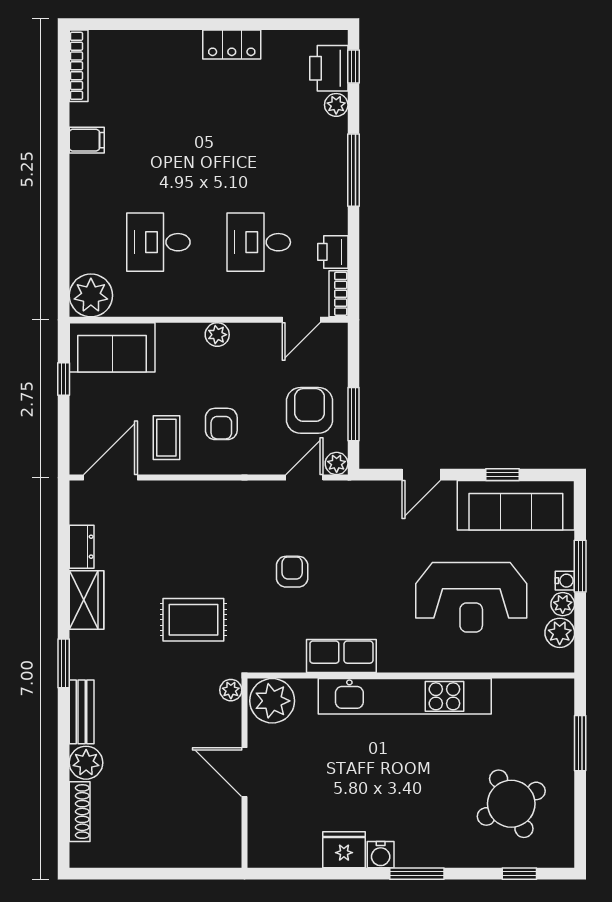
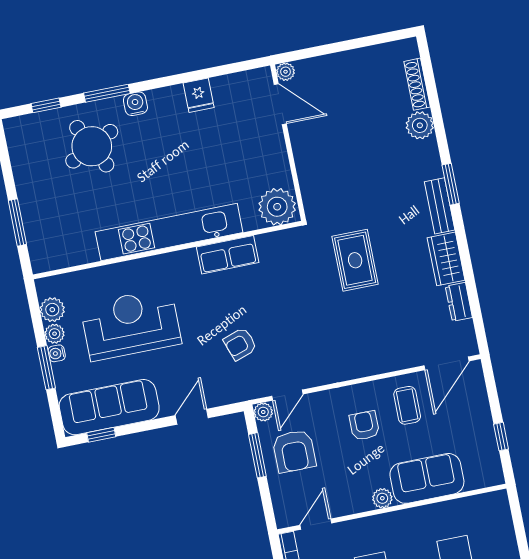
plant: (91, 295) -> (492, 510), removed
sofa: (112, 347) -> (427, 478), moved
window: (503, 475) -> (101, 435), moved
armchair: (292, 572) -> (240, 344), moved, turned 71
rug: (193, 620) -> (355, 260), turned 90
window: (64, 663) -> (451, 184), moved
plant: (231, 690) -> (286, 72), moved
bench: (82, 712) -> (440, 206), moved
door: (244, 772) -> (280, 104), moved
round table: (511, 804) -> (92, 146), moved
fridge: (344, 850) -> (199, 95), width x0.72
water cooler: (381, 855) -> (135, 104), moved
window: (417, 874) -> (107, 93), moved

